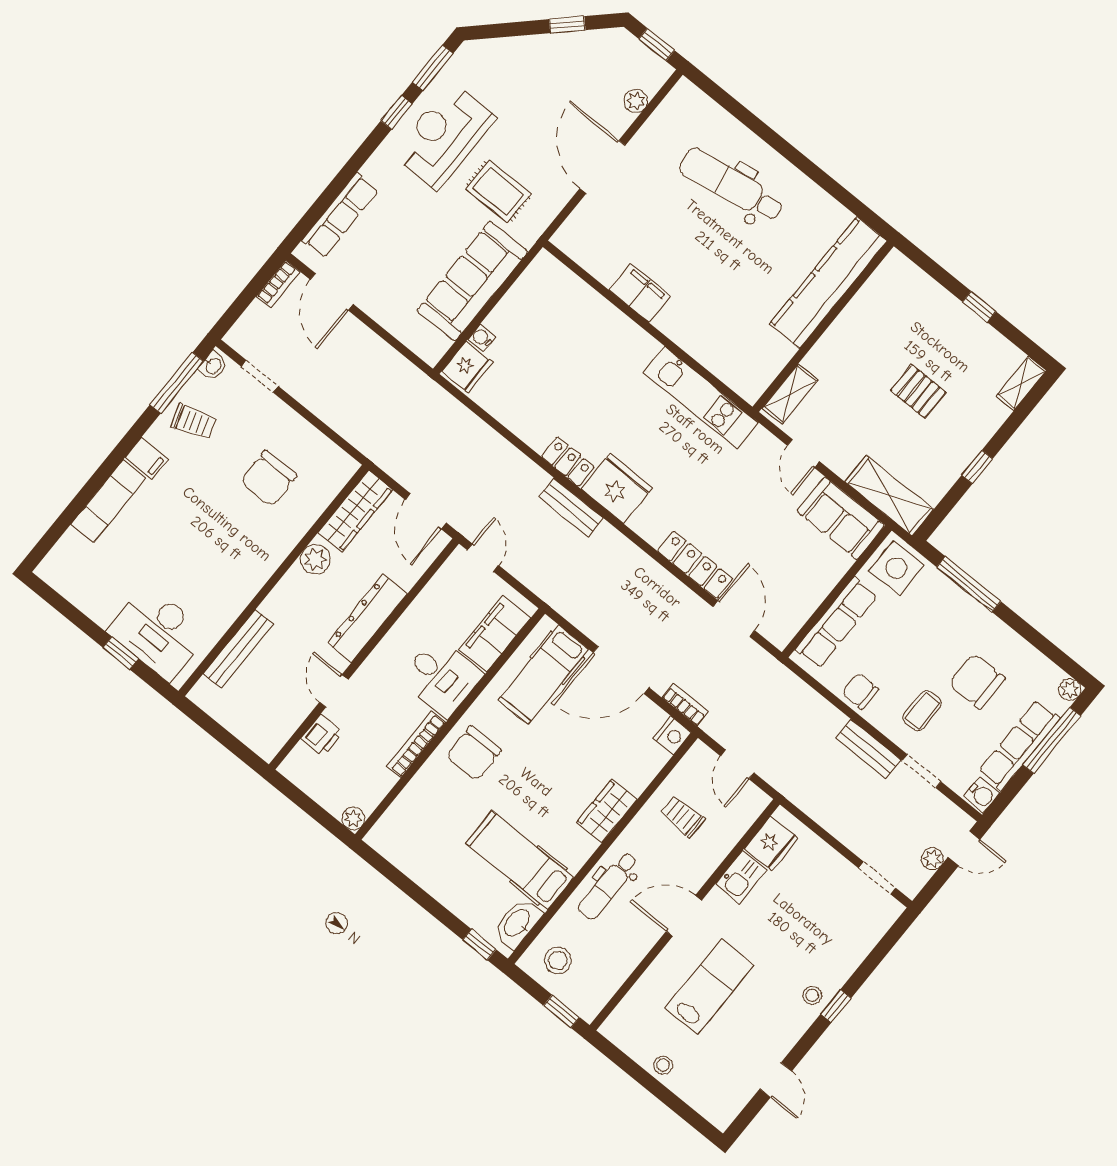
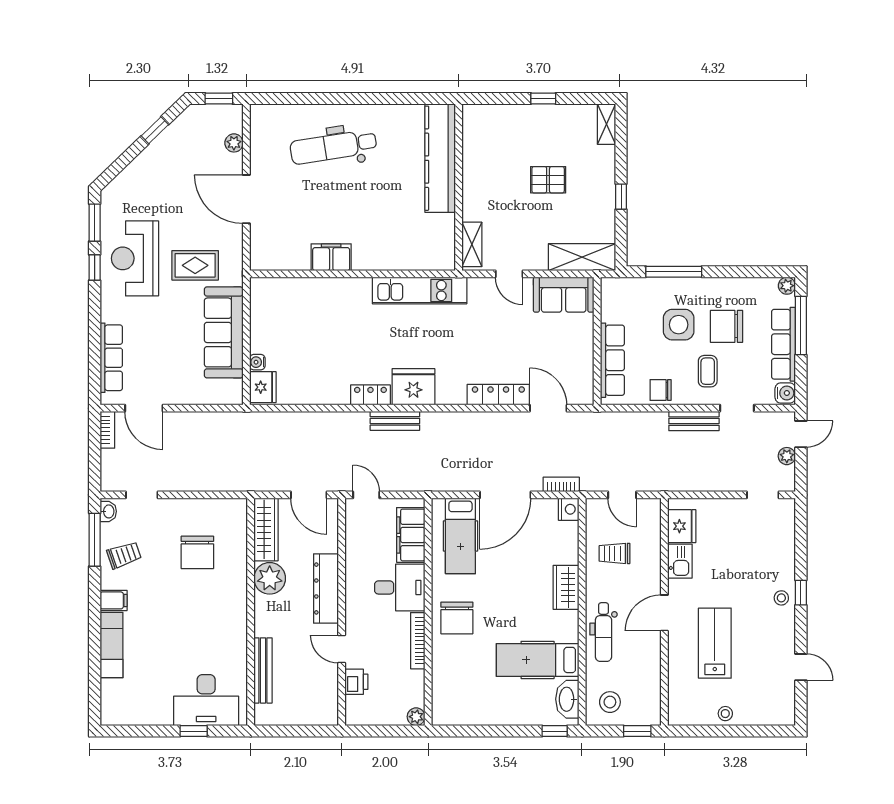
plant: (315, 559) -> (270, 578), width x1.36, depth x1.36
side table: (896, 568) -> (679, 325), moved

